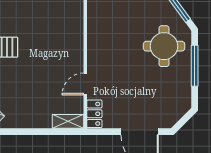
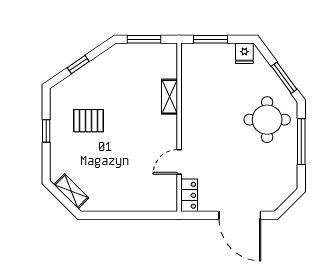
shelving: (68, 121) -> (169, 97), moved, turned 90

